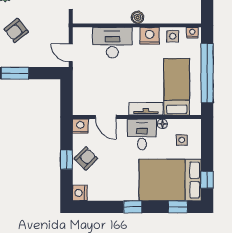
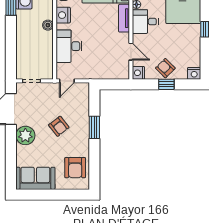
door: (71, 53) -> (67, 81), moved
door: (106, 117) -> (131, 52), hinge flipped

